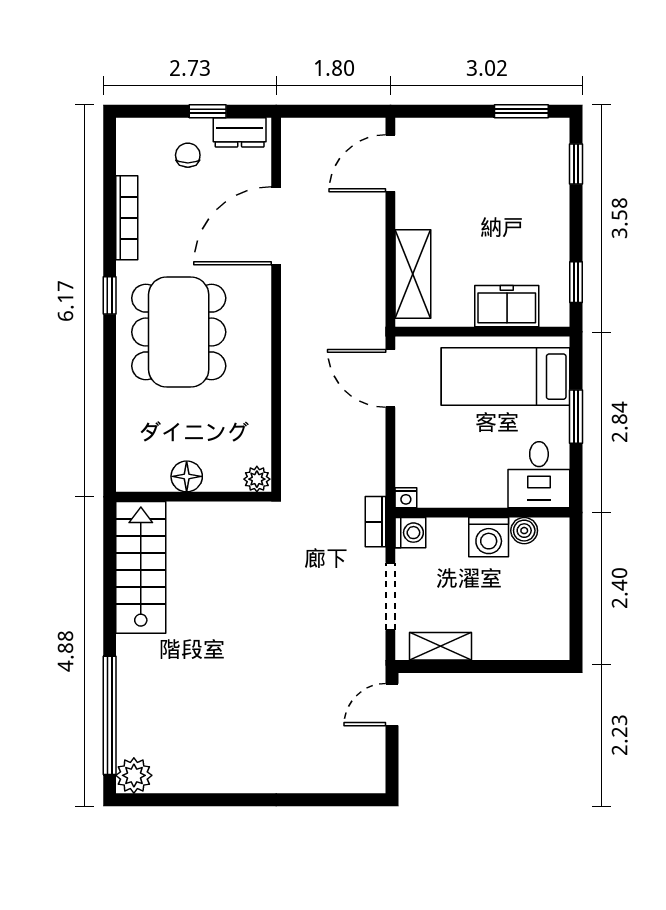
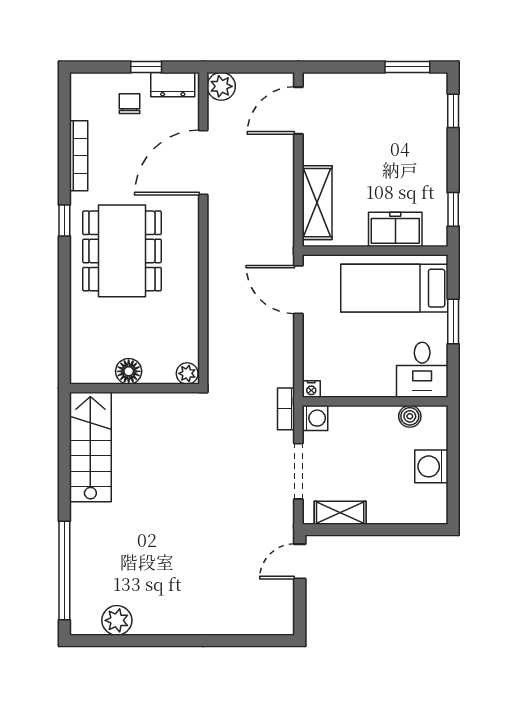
plant: (298, 134) -> (221, 86), added
washing machine: (489, 537) -> (431, 466), moved, turned 90
plant: (134, 775) -> (117, 620), moved

